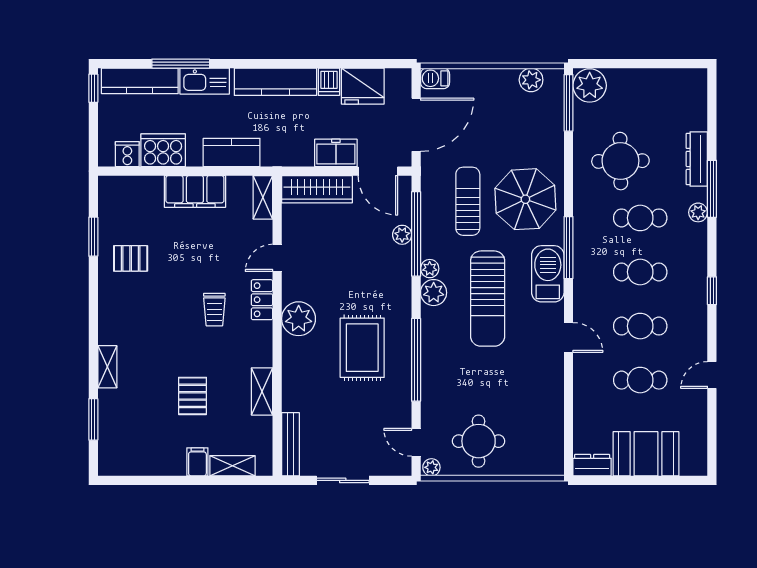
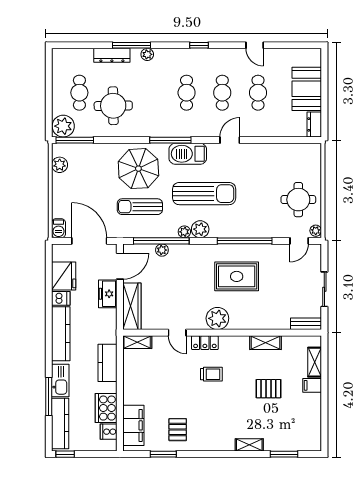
filing cabinet: (195, 191) -> (133, 425), moved
cafe table: (640, 218) -> (79, 93), moved
bench: (290, 444) -> (306, 324), width x0.73

